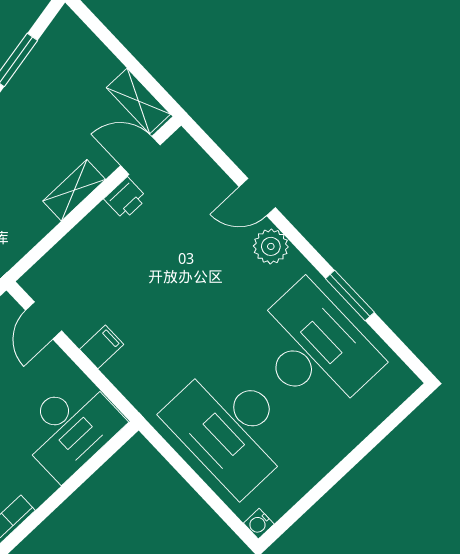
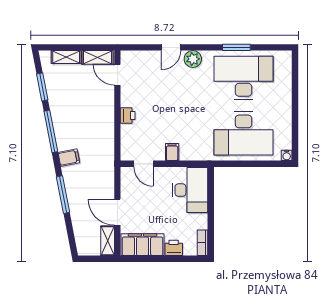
door: (140, 155) -> (117, 75), hinge flipped
shelving: (74, 190) -> (66, 57), moved, turned 90
printer: (126, 198) -> (128, 115), moved

